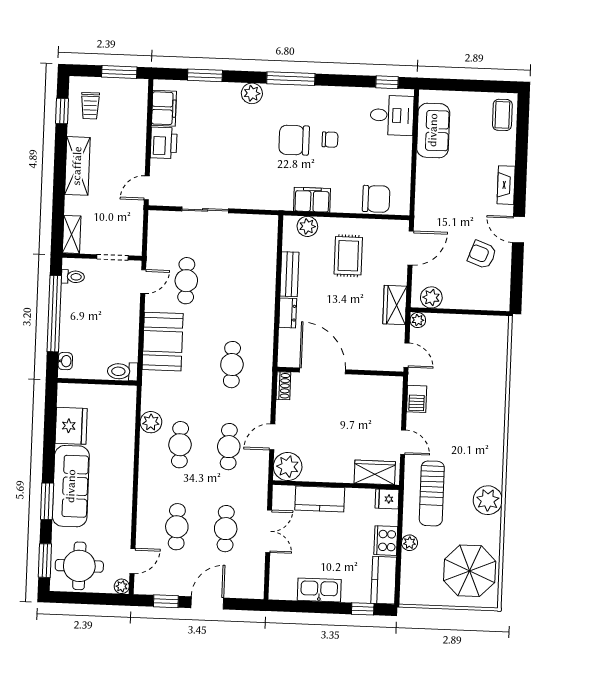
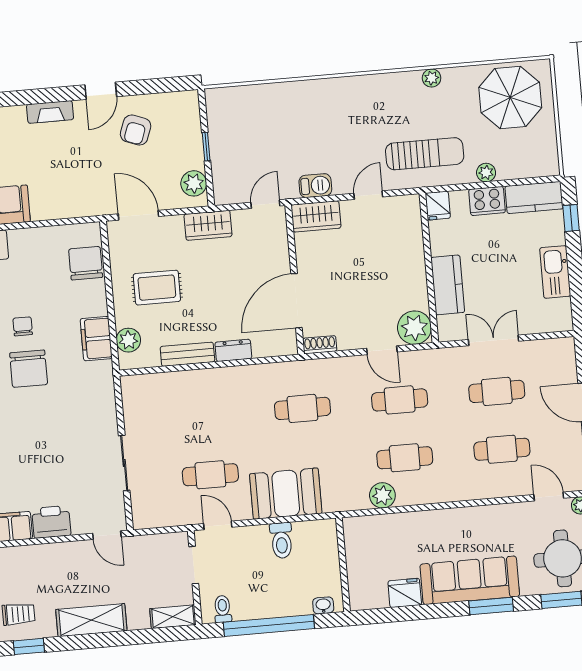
window: (461, 312) -> (206, 147), added
plant: (418, 320) -> (222, 196), removed
toilet: (122, 371) -> (281, 540), moved
fridge: (71, 426) -> (405, 593), width x0.73, depth x0.75
wardrobe: (375, 472) -> (316, 216), moved, turned -90
plant: (488, 500) -> (432, 78), width x0.53, depth x0.53

